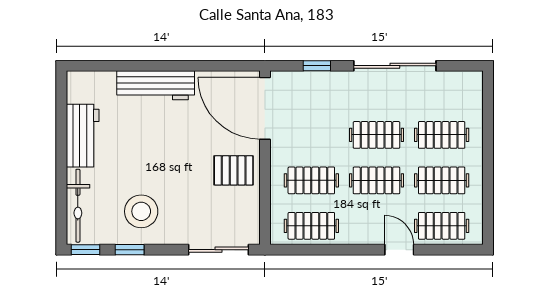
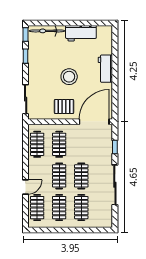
workbench: (156, 85) -> (105, 69), width x0.73
pallet: (234, 170) -> (64, 107), turned 90
stool: (141, 211) -> (69, 77), moved

